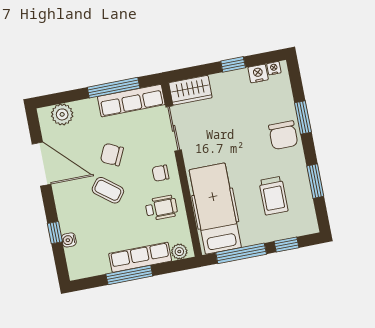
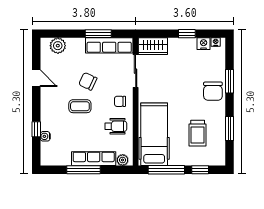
window: (114, 88) -> (98, 34), width x0.69
door: (42, 164) -> (36, 78), width x0.53
coffee table: (108, 190) -> (80, 106), turned -38

